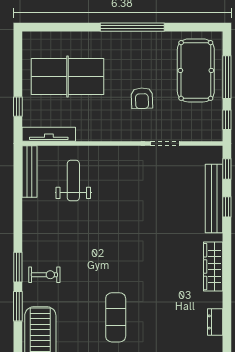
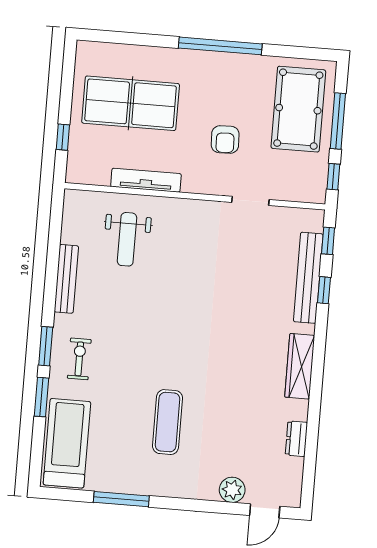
tv unit: (49, 134) -> (146, 180), moved
bench: (30, 171) -> (66, 279), moved
weight bench: (73, 181) -> (127, 239), turned 180
exercise bike: (44, 275) -> (79, 359), turned -90

